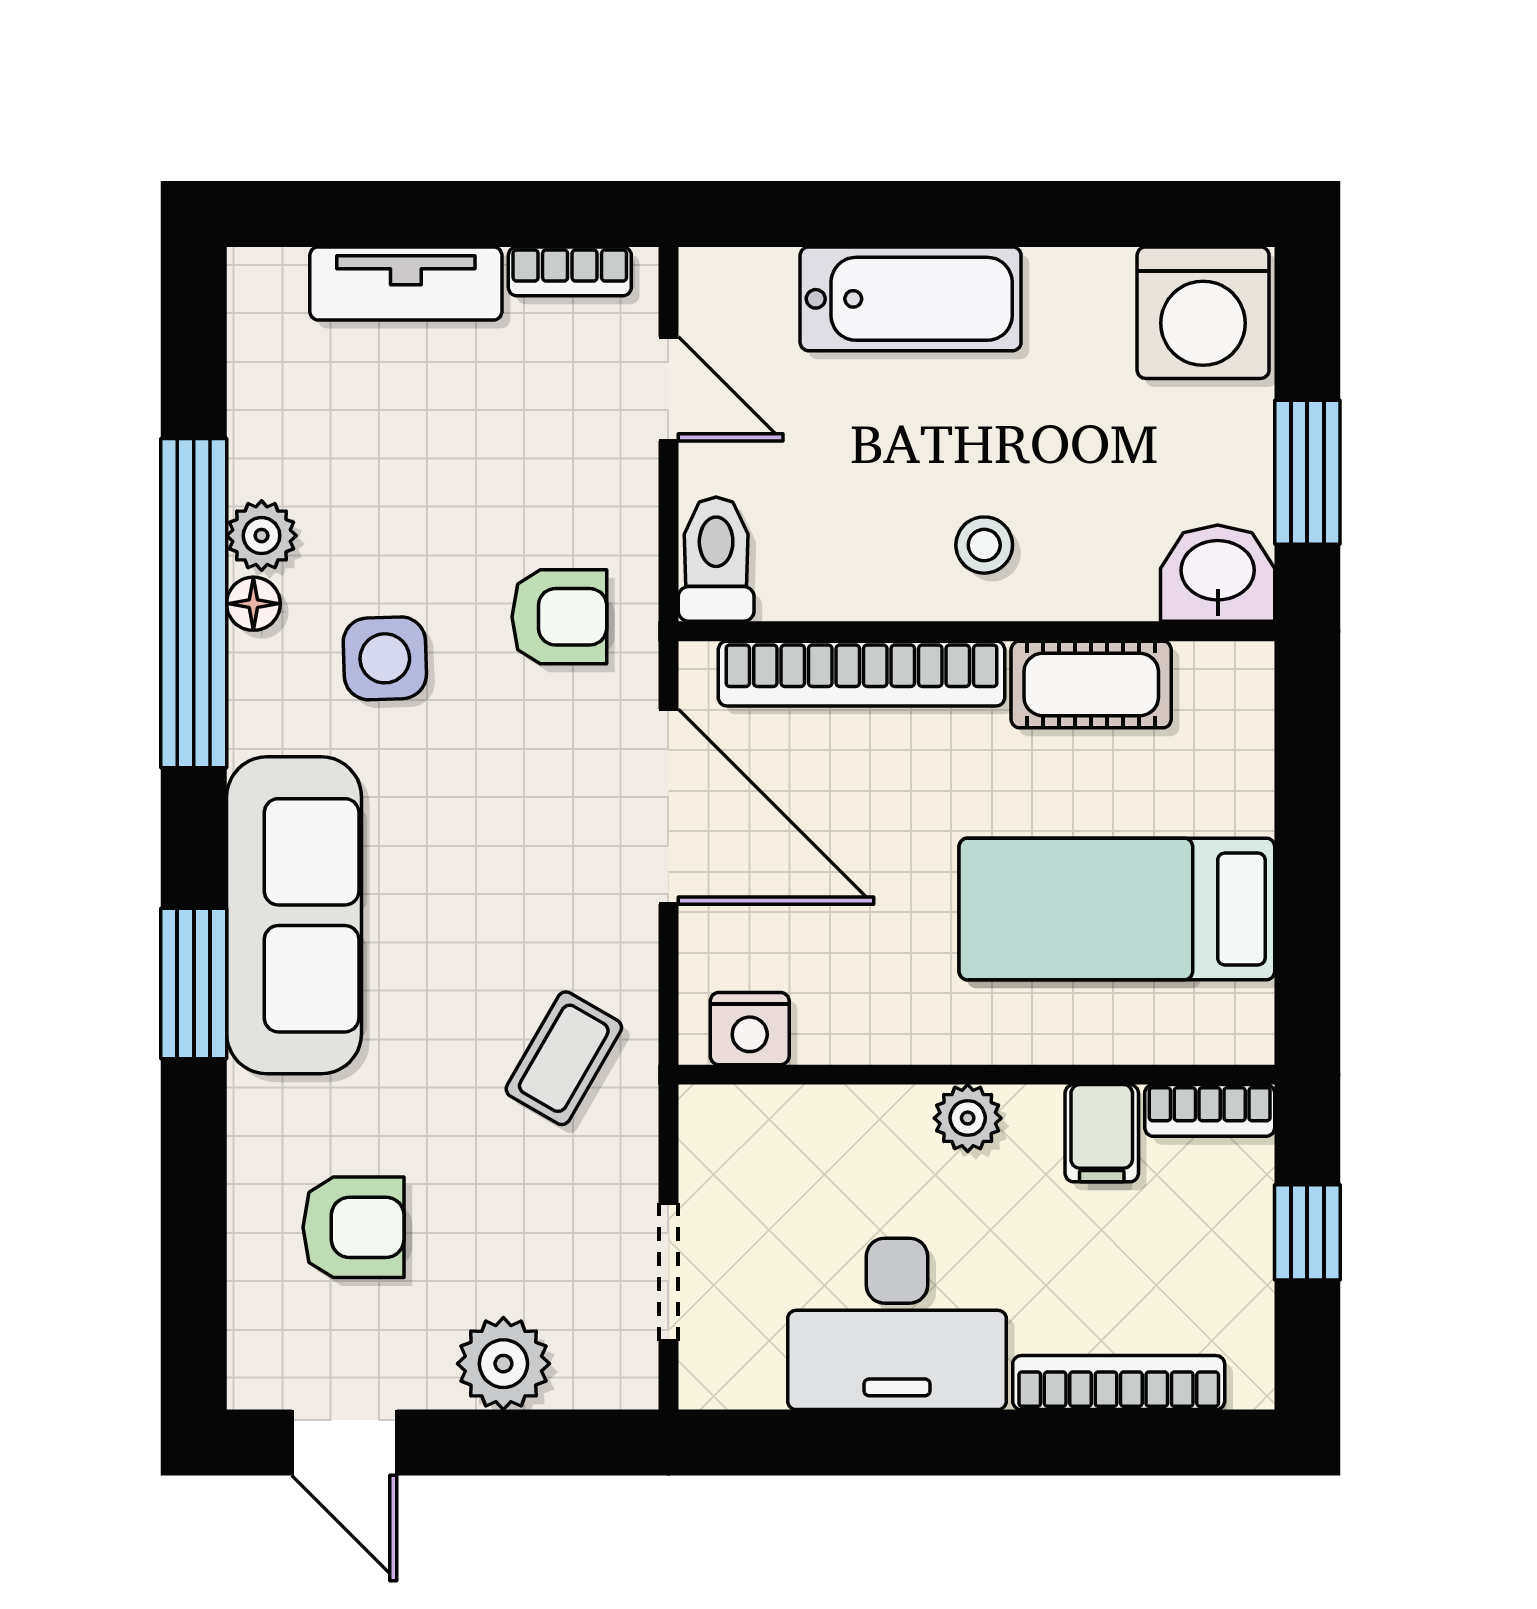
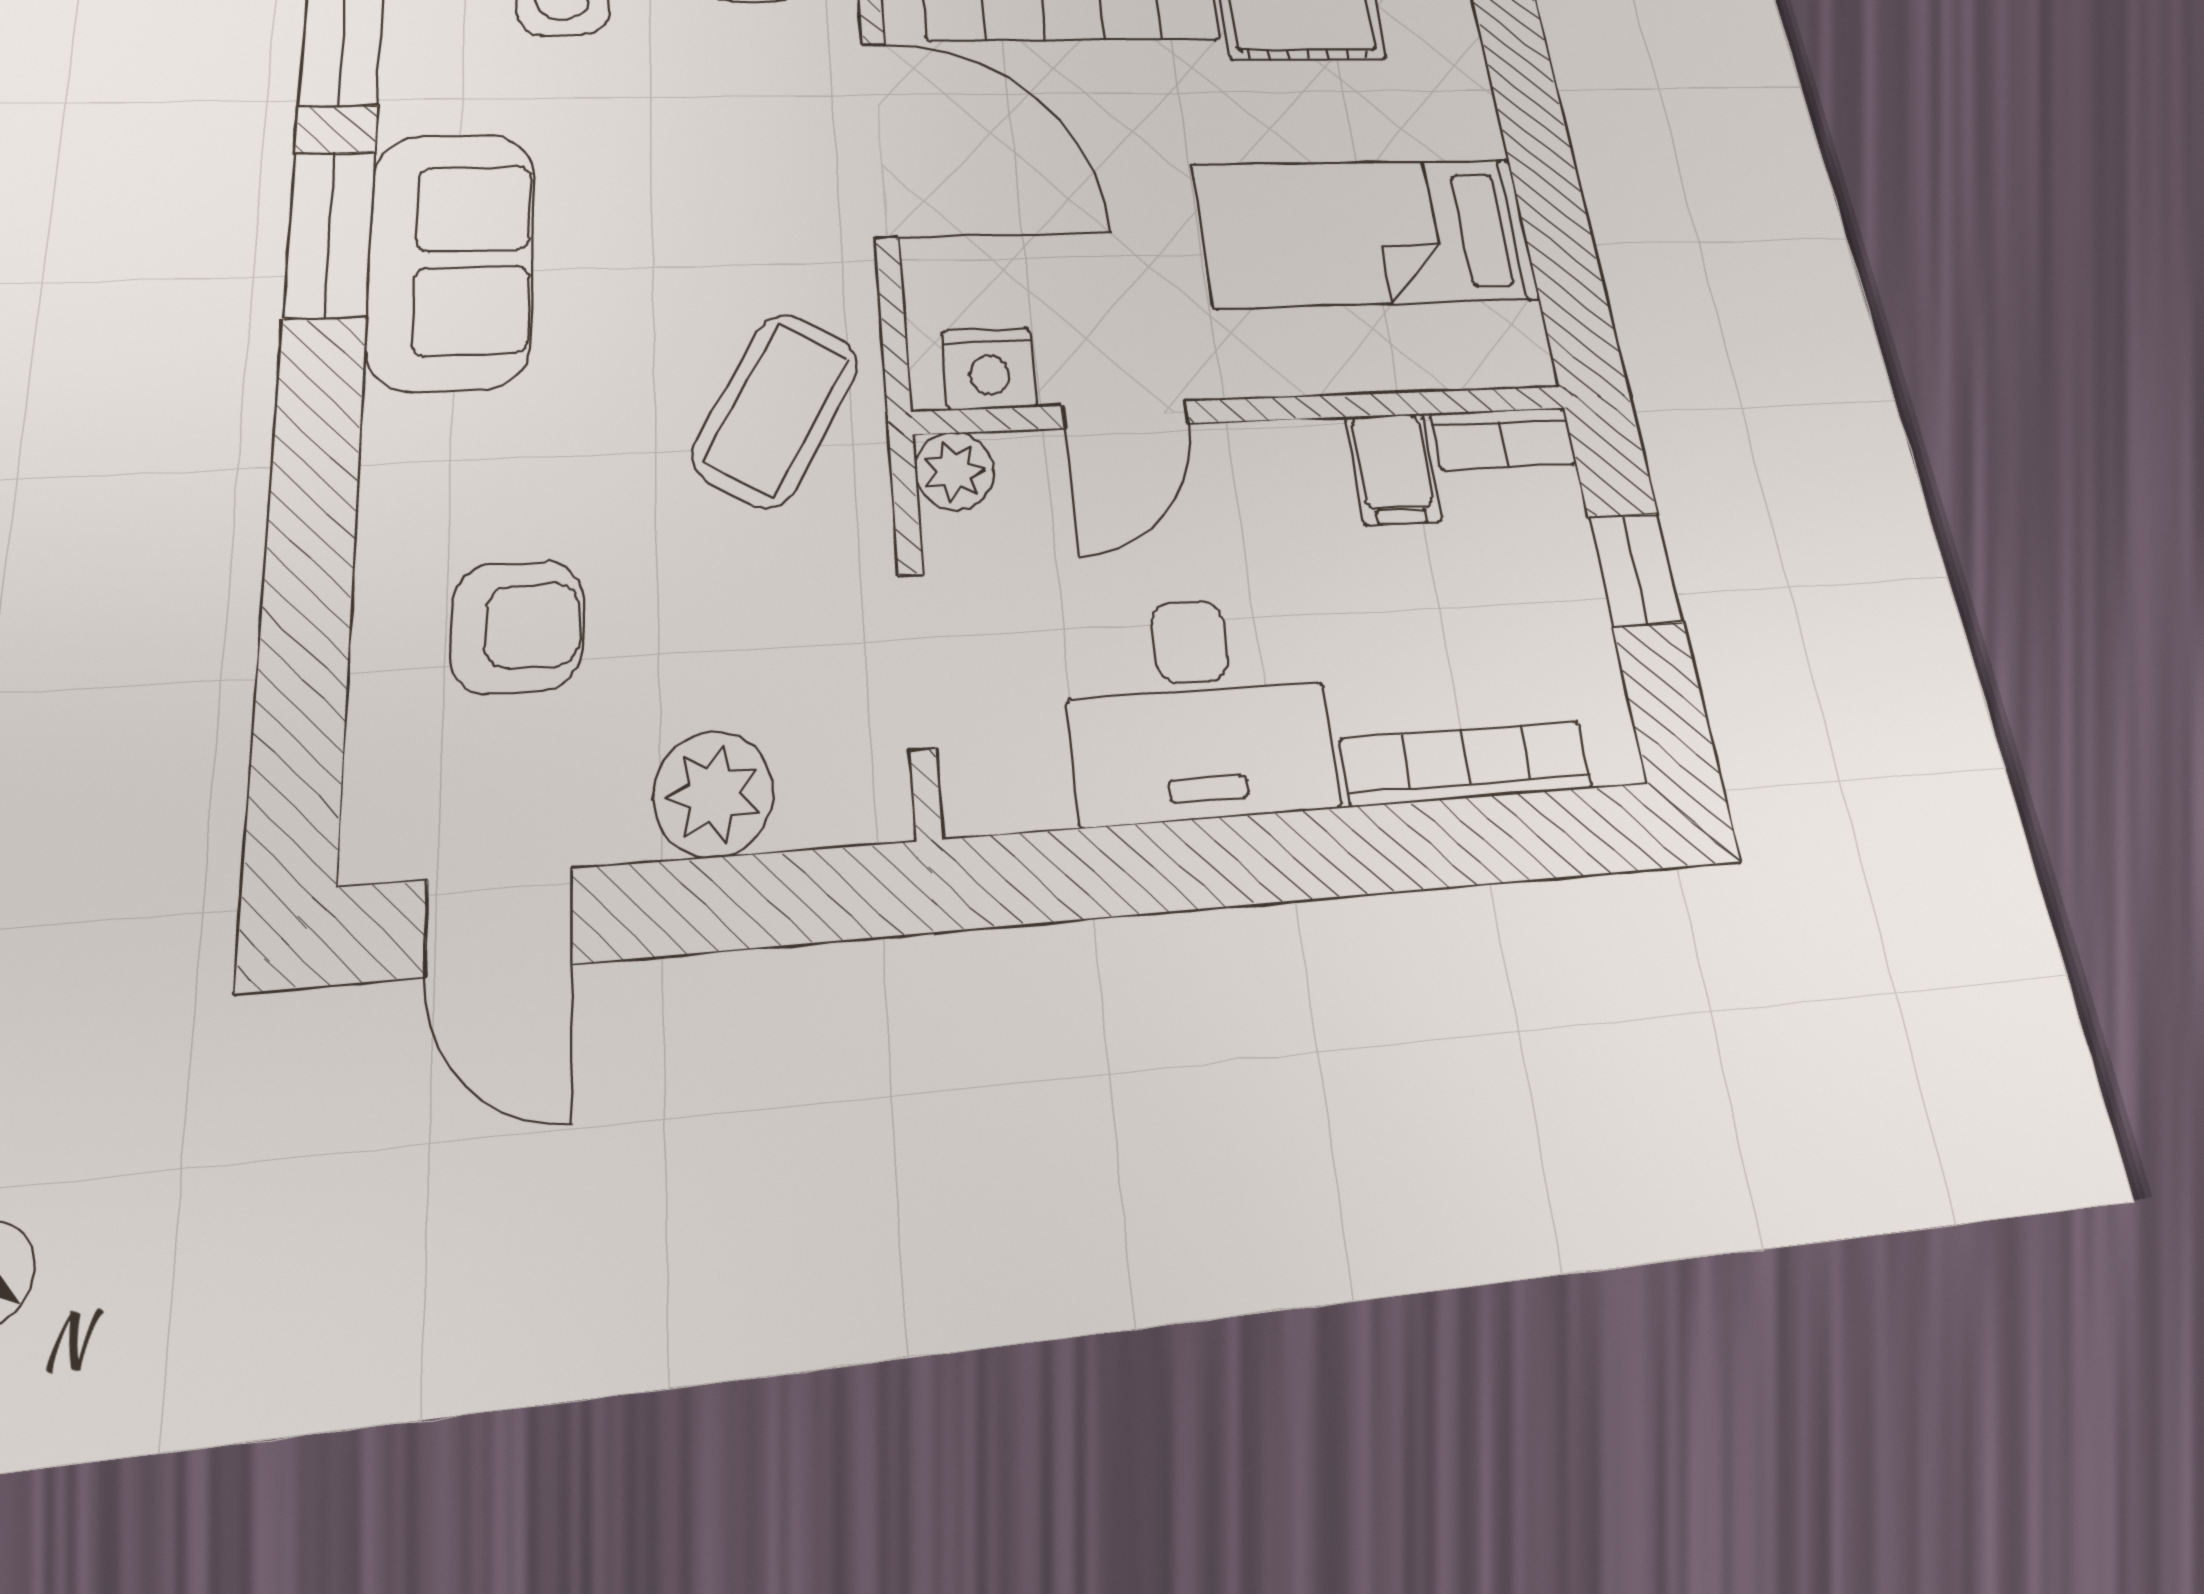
sofa: (294, 915) -> (451, 260), width x0.73
window: (194, 984) -> (330, 234), moved
coffee table: (564, 1058) -> (776, 410), width x1.36, depth x1.30
door: (867, 1075) -> (1126, 415), added
plant: (968, 1118) -> (954, 471), moved

